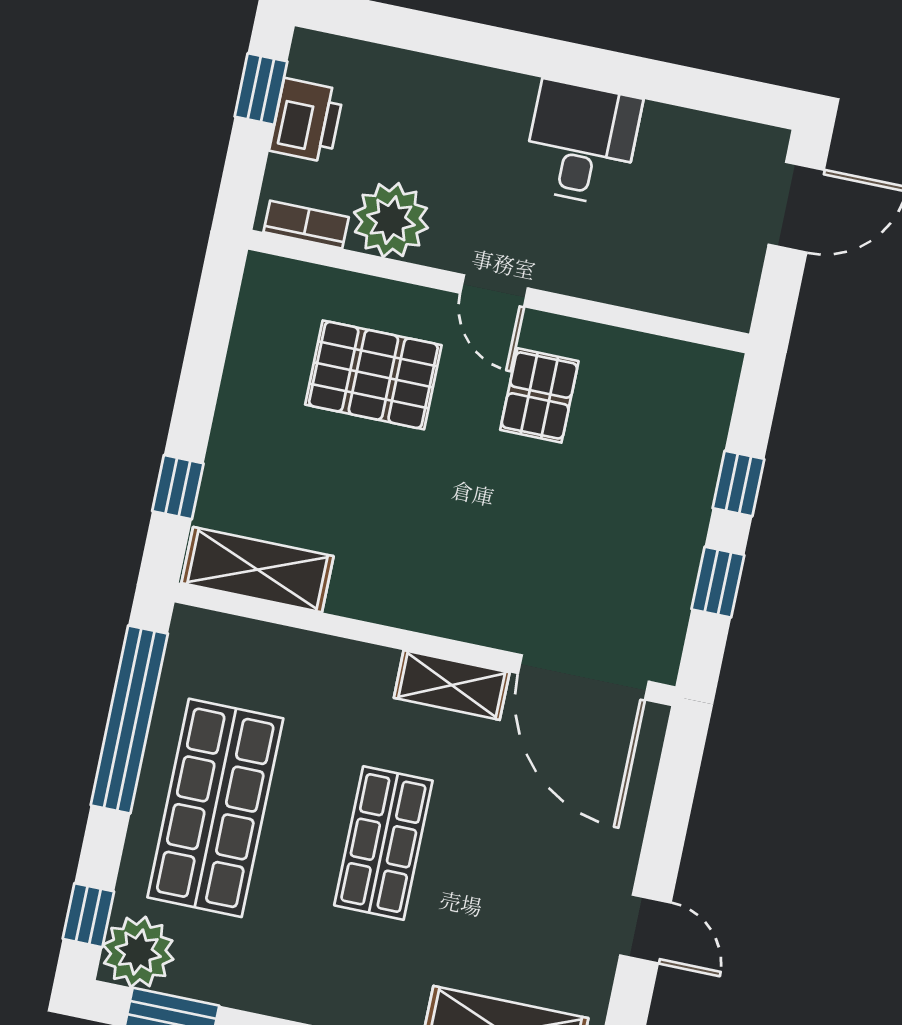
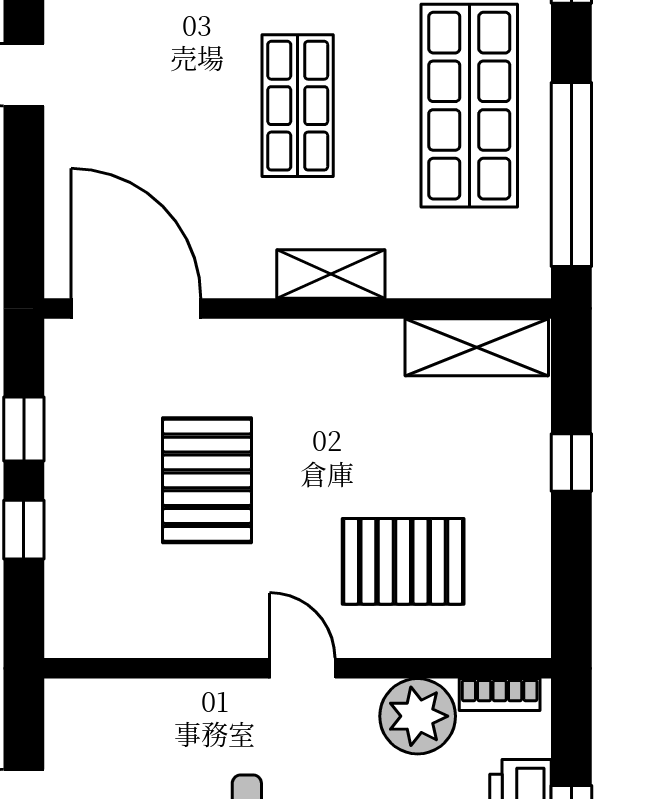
pallet: (539, 395) -> (207, 480), moved, width x1.50, depth x1.42
window: (178, 487) -> (571, 462), moved
shelving: (452, 685) -> (331, 274), moved

